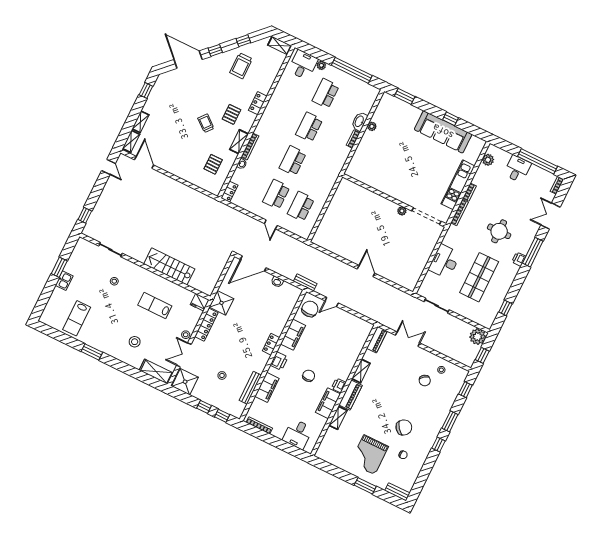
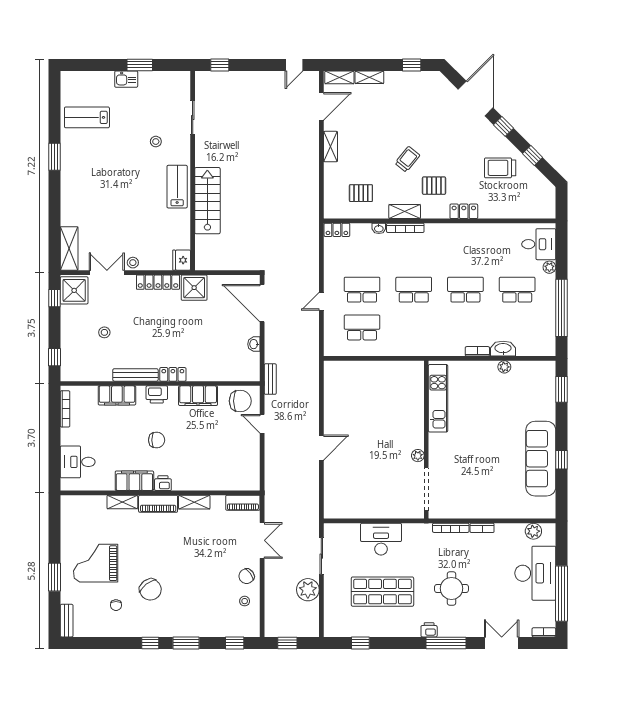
shelving: (280, 45) -> (330, 147), moved
desk: (517, 169) -> (535, 573), width x1.87, depth x1.30
kitchen unit: (458, 185) -> (438, 398), moved, turned 90
lab bench: (155, 306) -> (177, 187), moved
plant: (478, 337) -> (308, 590), moved
stool: (135, 342) -> (93, 204), removed
chair: (425, 381) -> (247, 576), moved
bench: (250, 388) -> (135, 375), moved
window: (204, 407) -> (54, 298), moved

